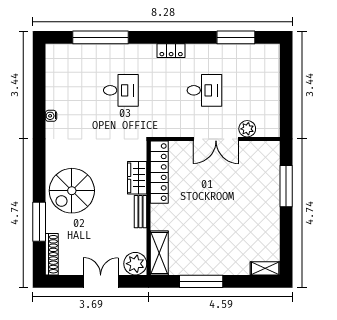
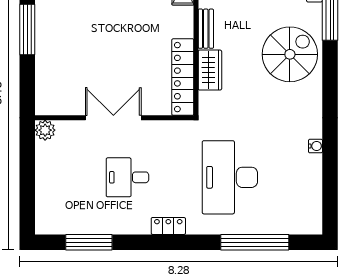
desk: (121, 90) -> (230, 177), width x1.87, depth x1.30
plant: (247, 129) -> (45, 130), moved
window: (286, 186) -> (27, 30), moved

